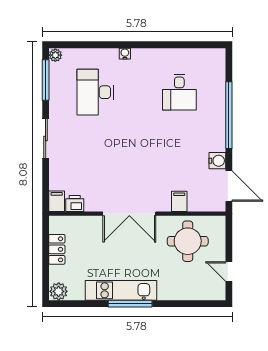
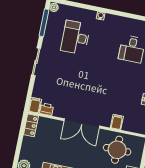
locker: (57, 249) -> (31, 125), moved

